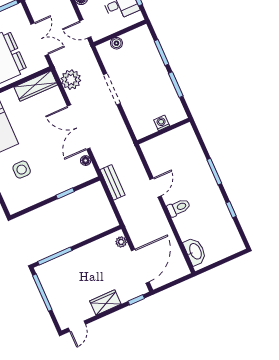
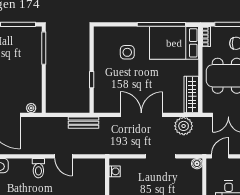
boiler: (116, 43) -> (197, 164), moved
washing machine: (162, 123) -> (115, 171), moved
floor lamp: (86, 161) -> (111, 108), removed

